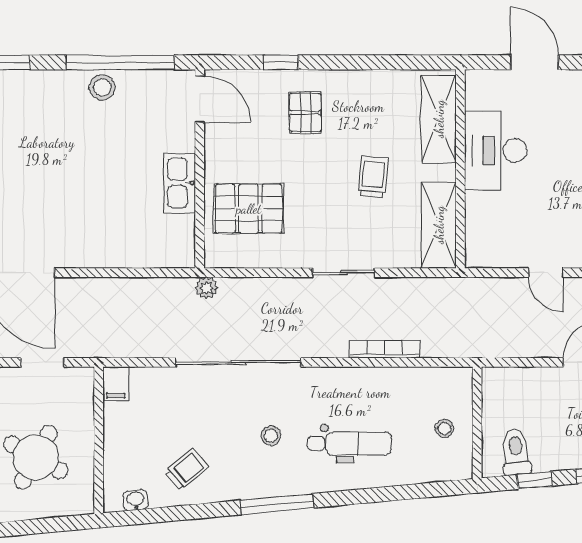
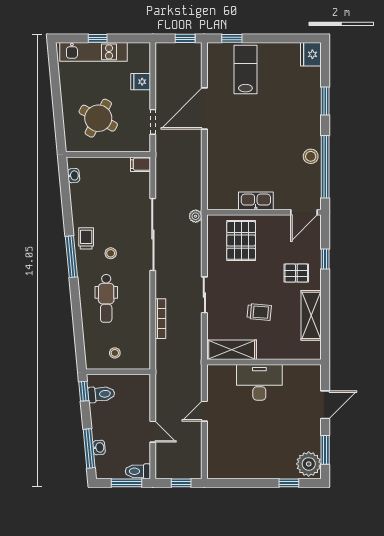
shelving: (439, 119) -> (311, 315), moved, turned 90
desk: (496, 150) -> (259, 382), moved
trolley: (187, 470) -> (86, 238), moved, turned -140
window: (535, 480) -> (84, 391), moved

